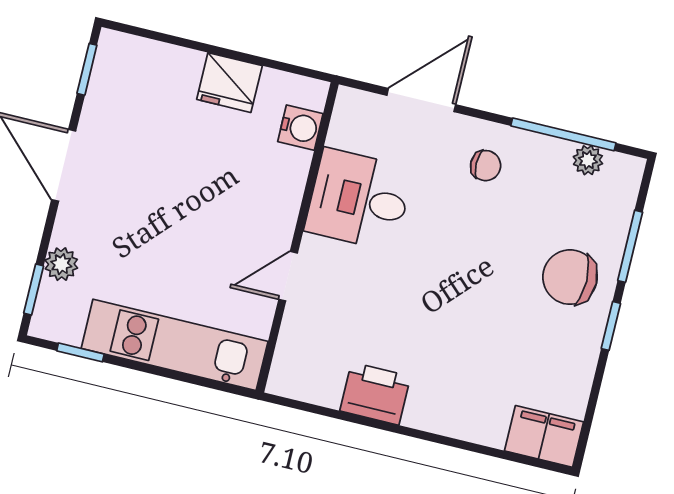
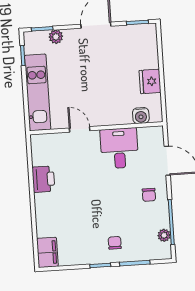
chair: (570, 277) -> (115, 243), width x0.54, depth x0.54

